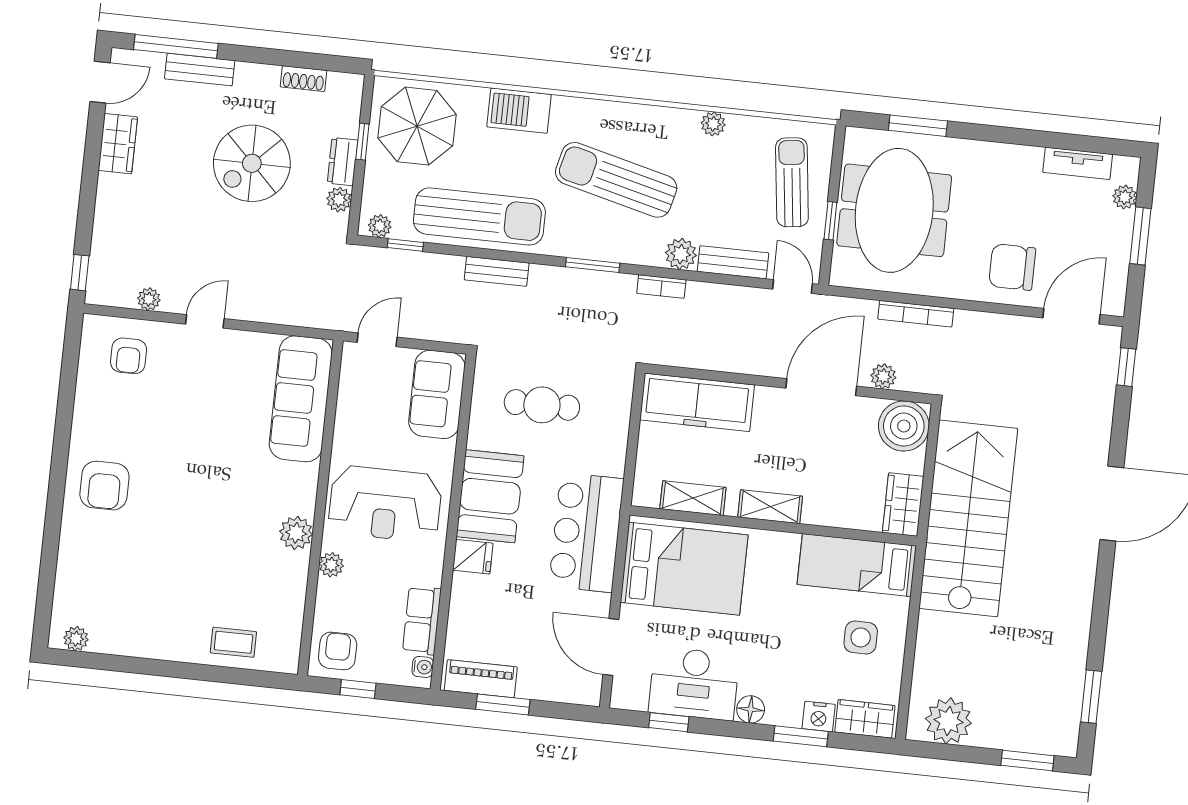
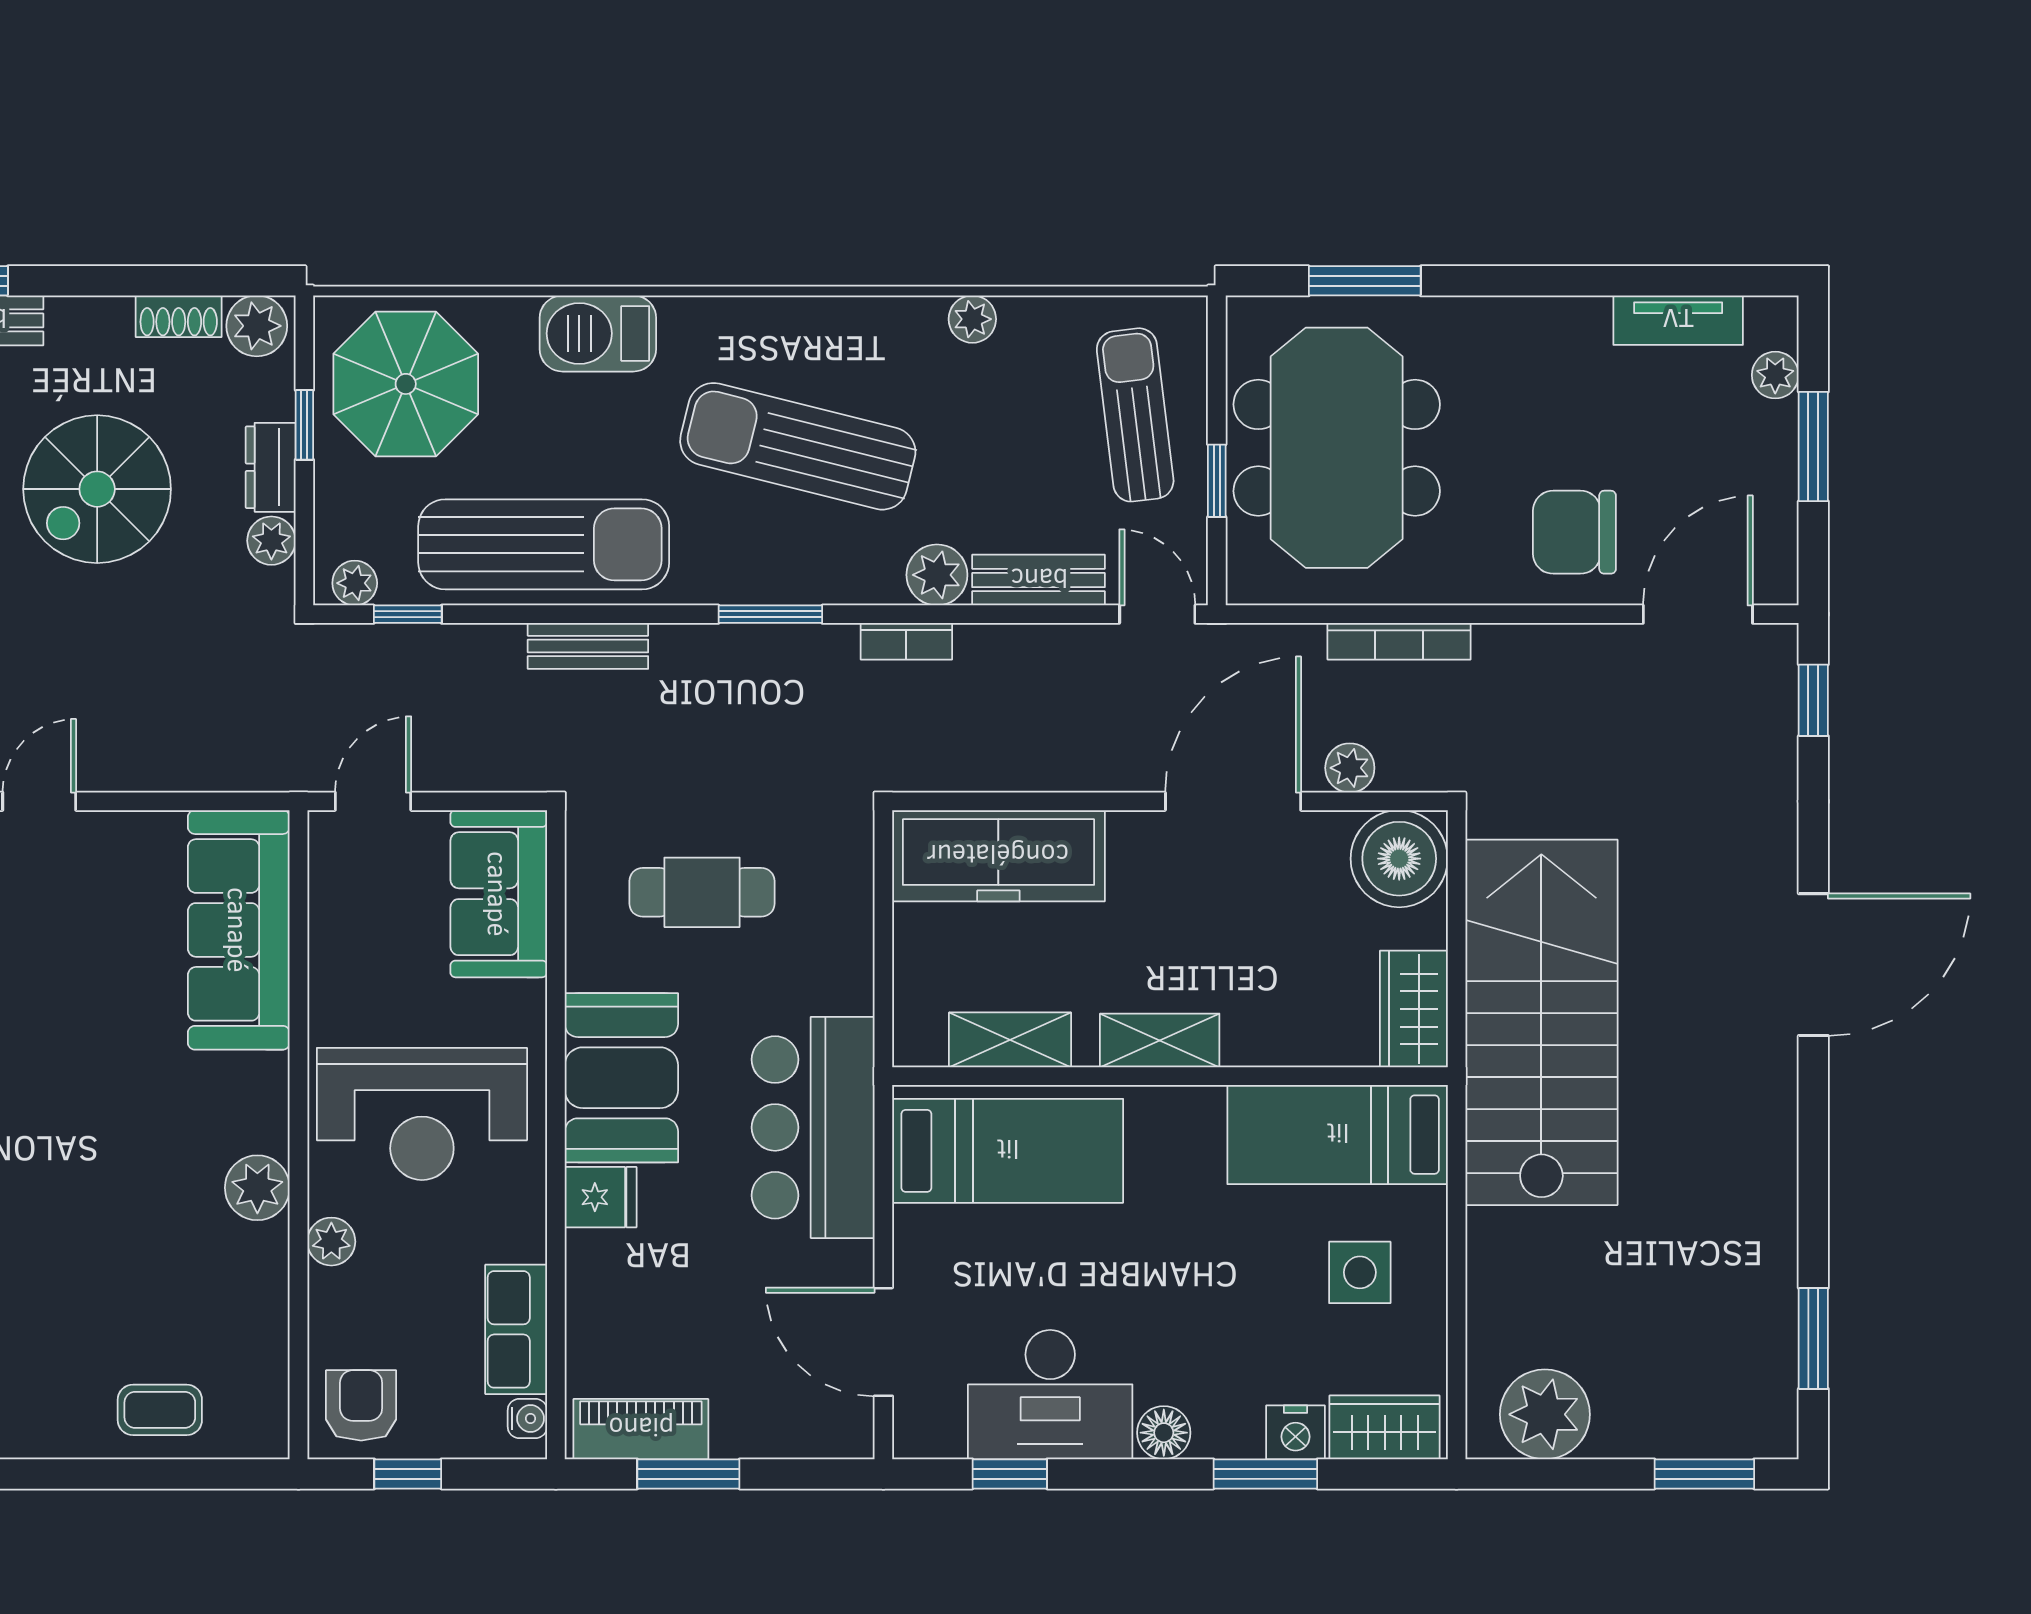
plant: (343, 88) -> (257, 326), added
bed: (684, 569) -> (1008, 1151), width x0.67

